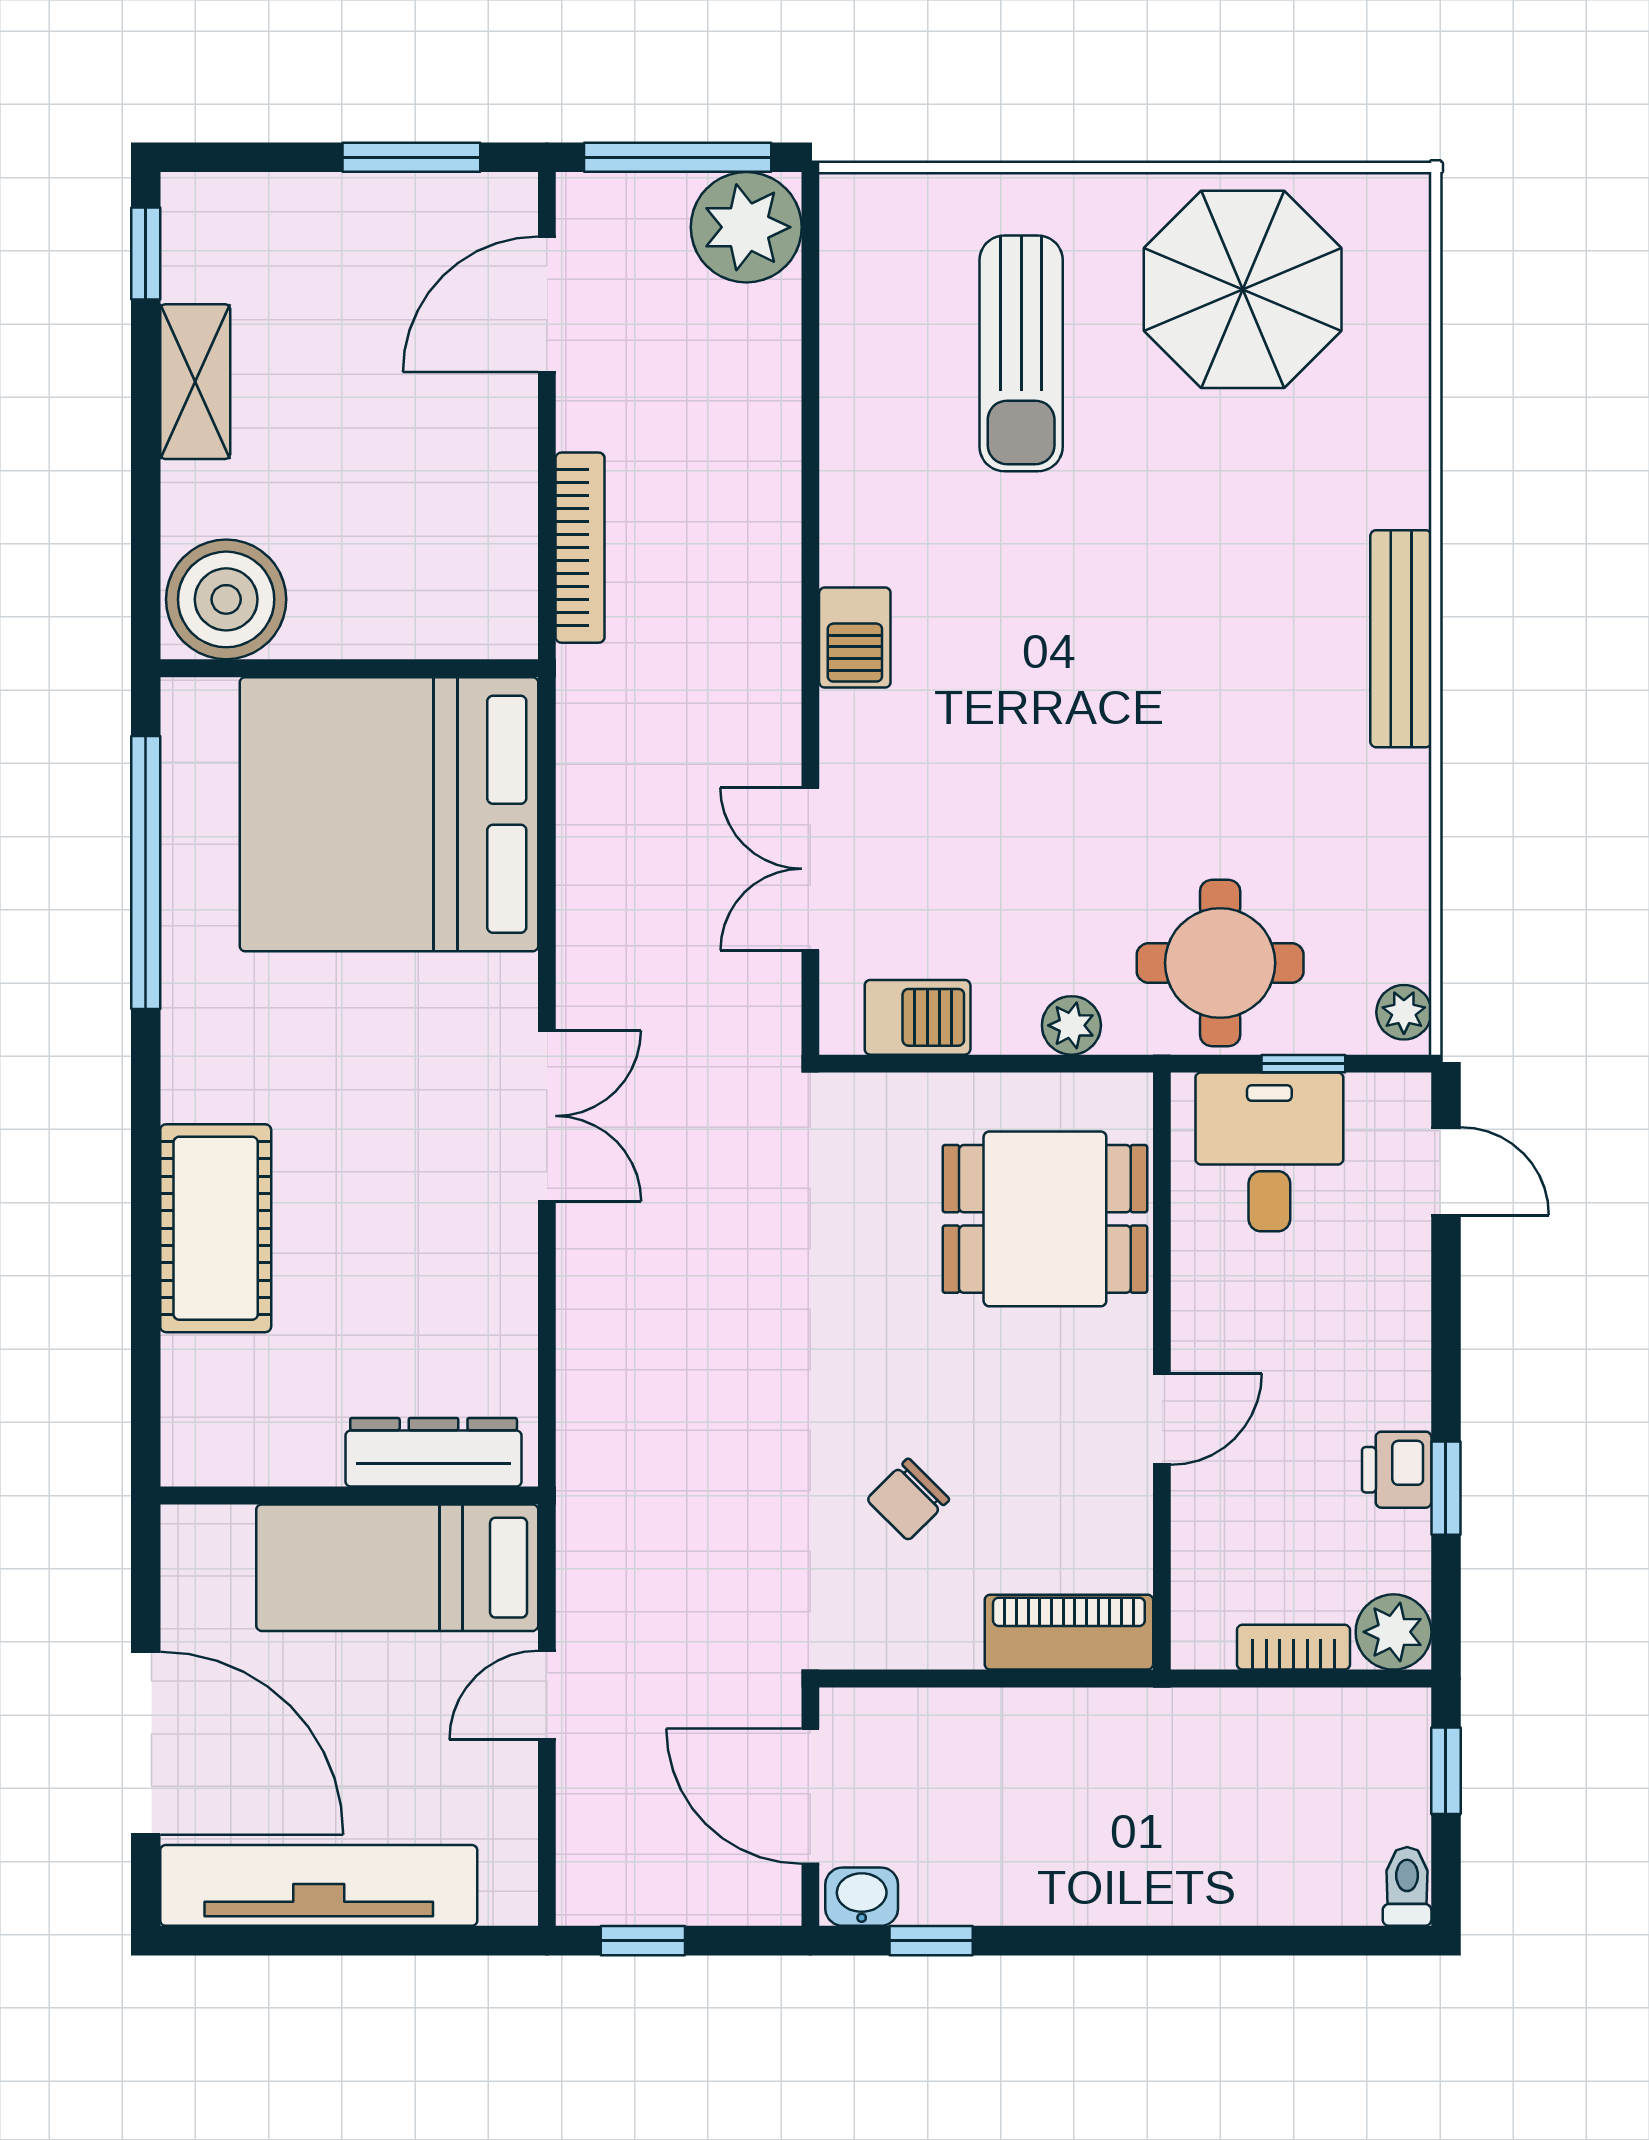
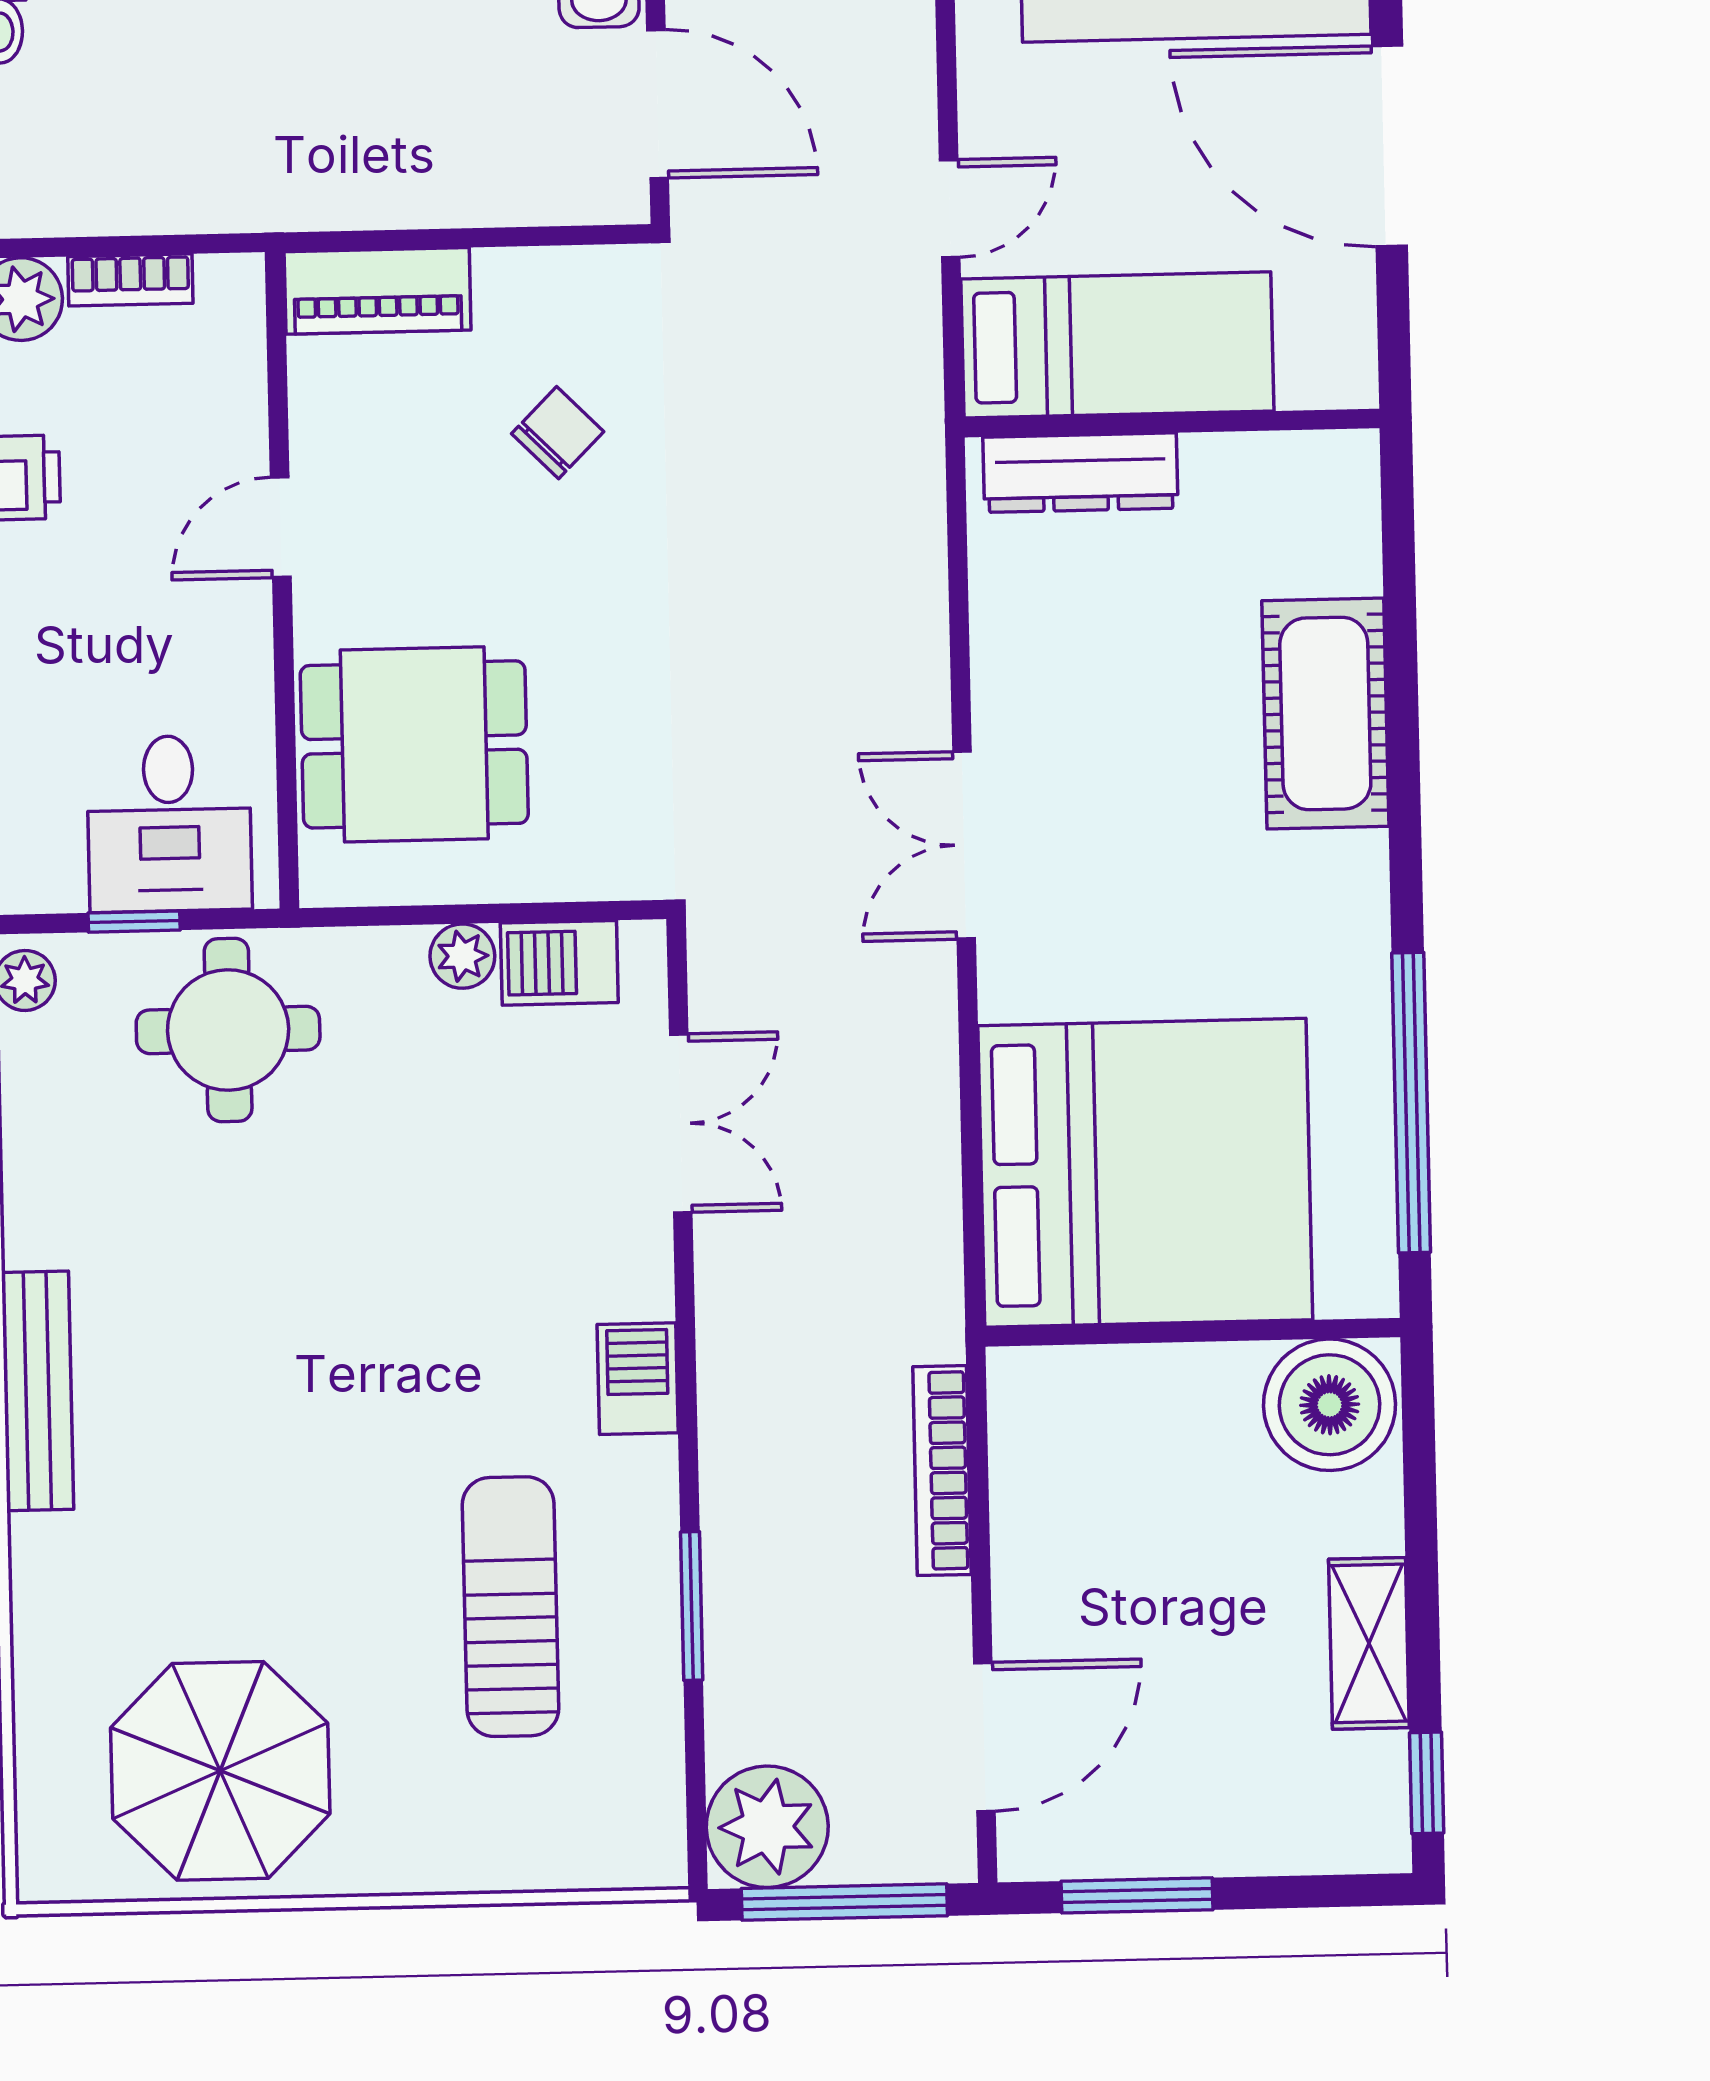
sun lounger: (1021, 353) -> (510, 1607), moved
window: (810, 430) -> (692, 1606), added
plant: (1071, 1025) -> (462, 956), moved

